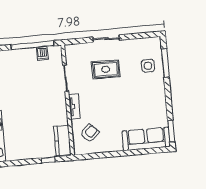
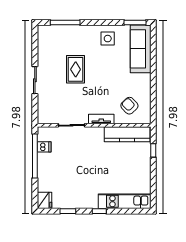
side table: (148, 66) -> (108, 39), moved
rug: (106, 69) -> (76, 69), moved
kitchen counter: (62, 141) -> (127, 134), width x1.50

